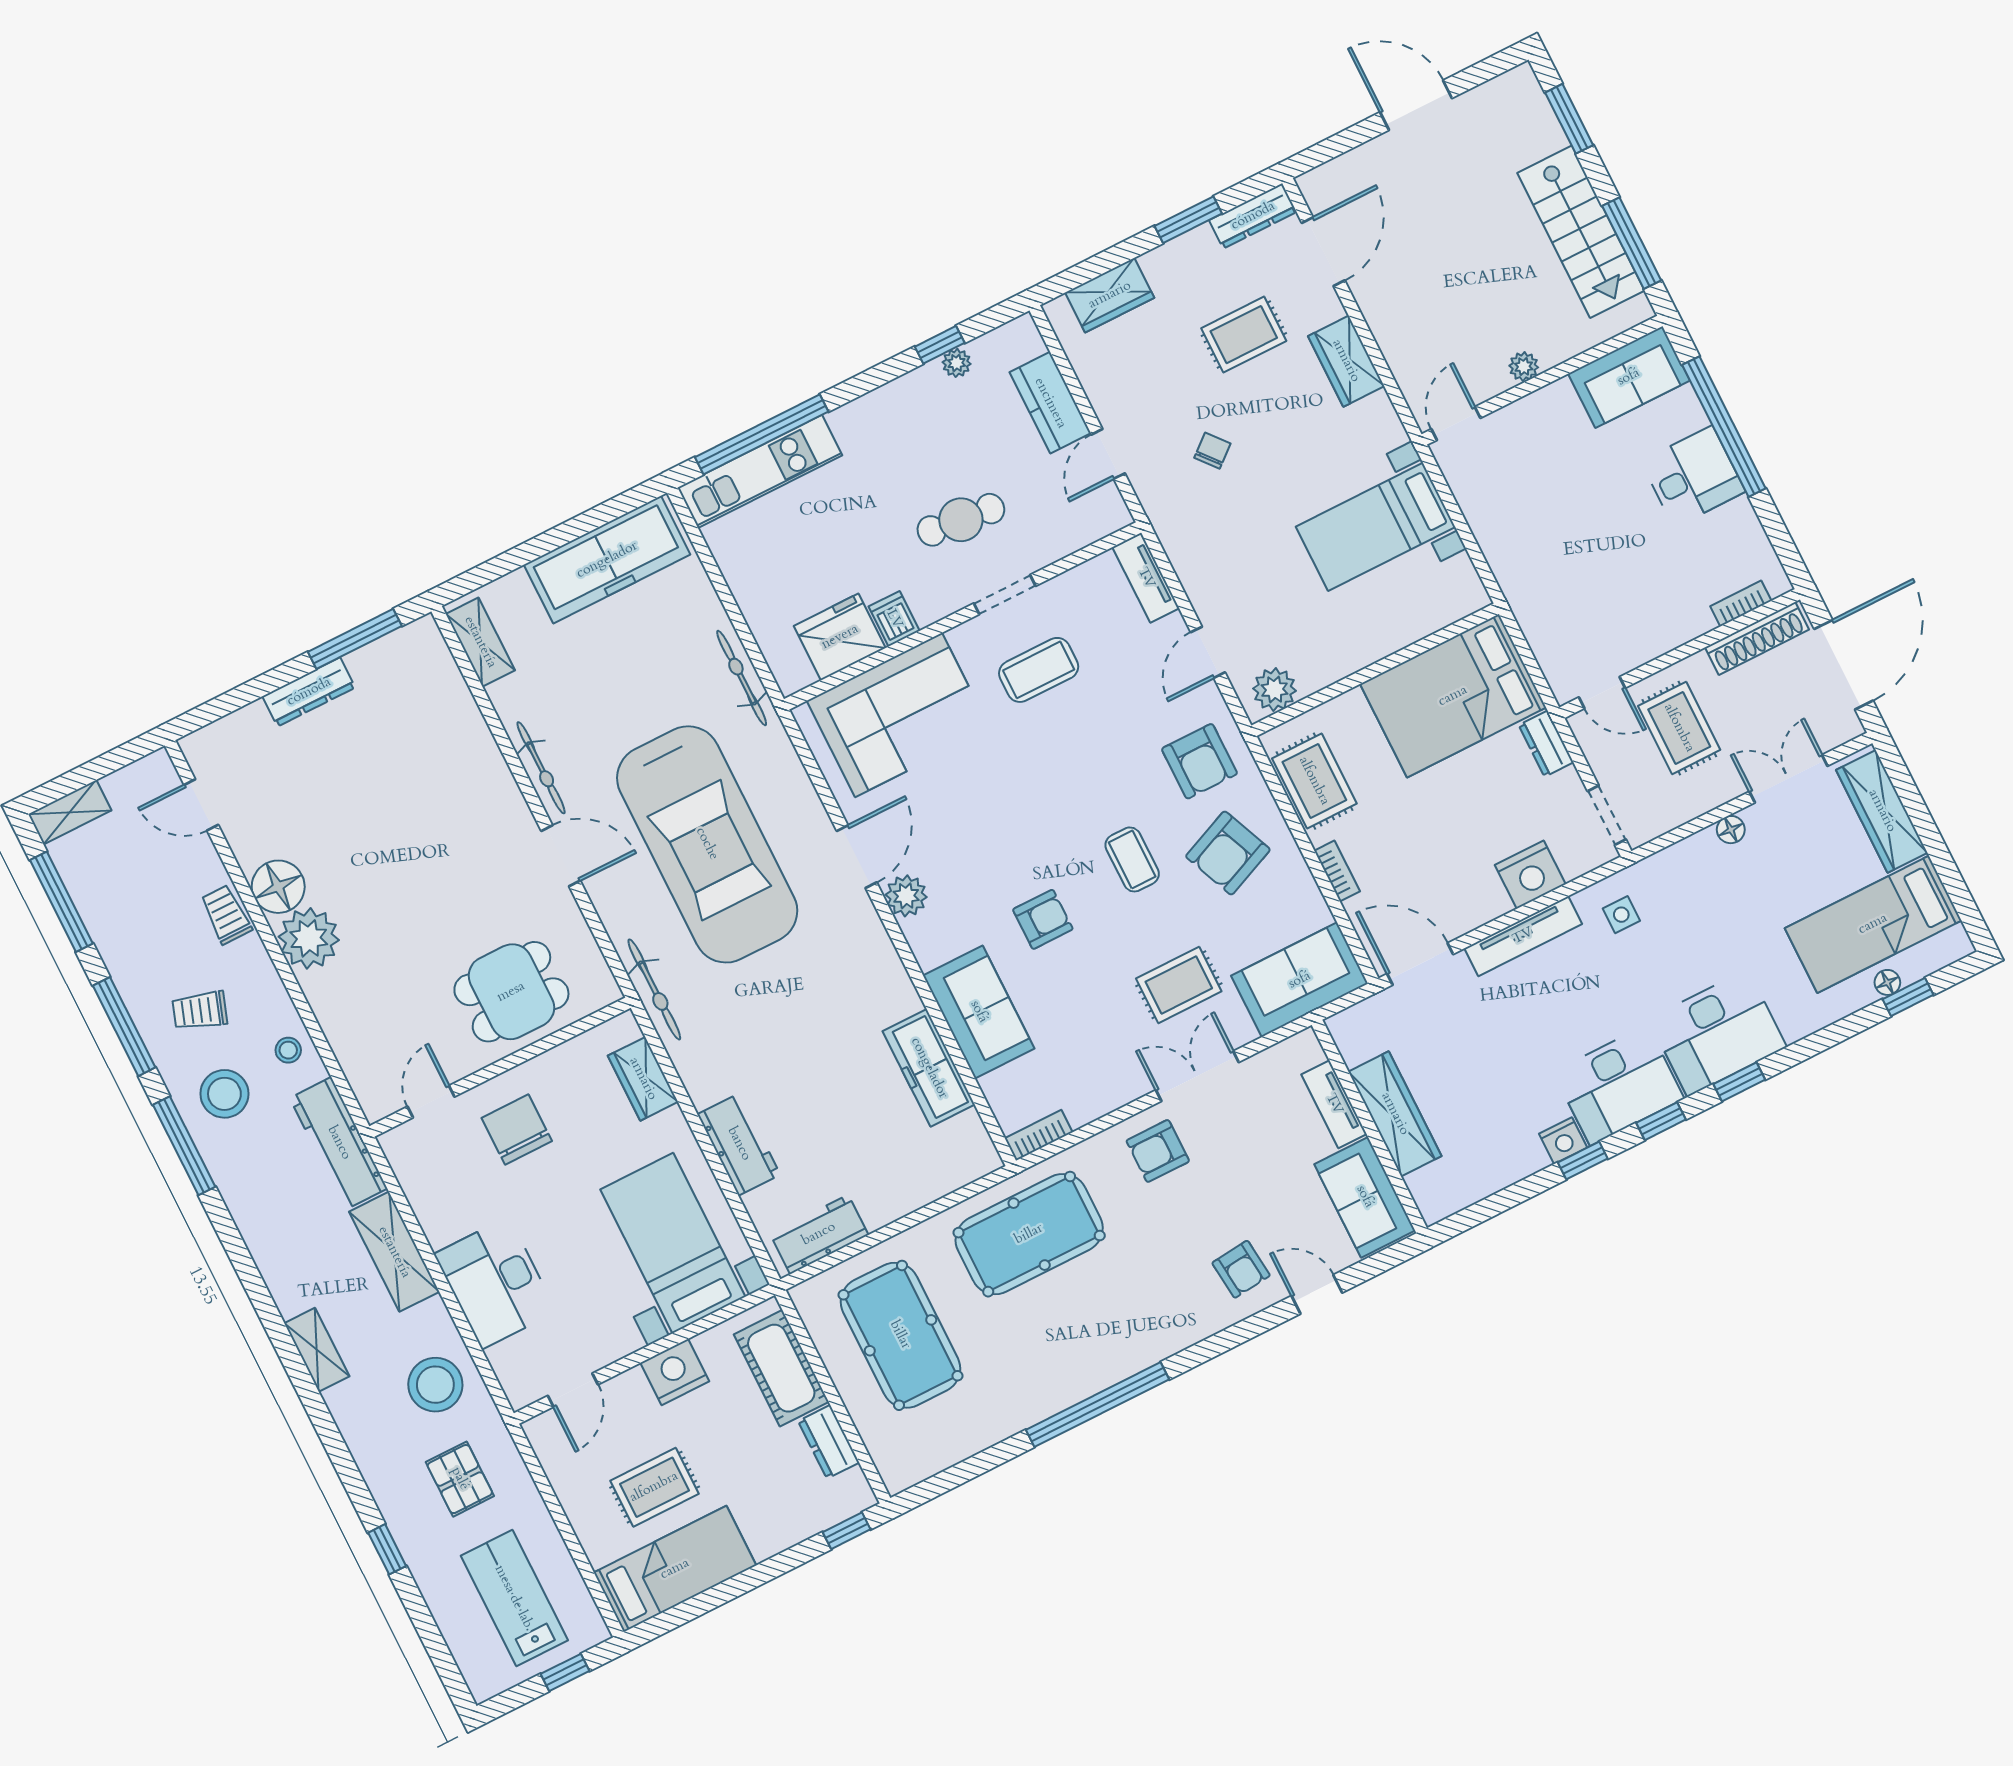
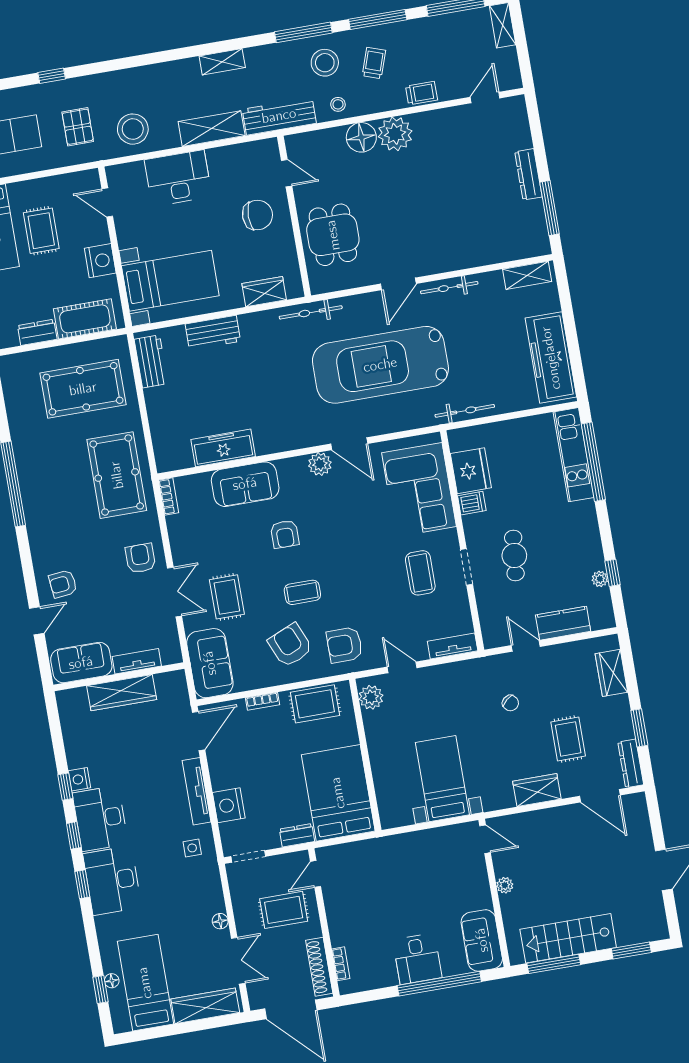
floor lamp: (278, 887) -> (361, 137), moved
shelving: (317, 1350) -> (222, 62), moved
pallet: (460, 1479) -> (78, 127), turned 90

